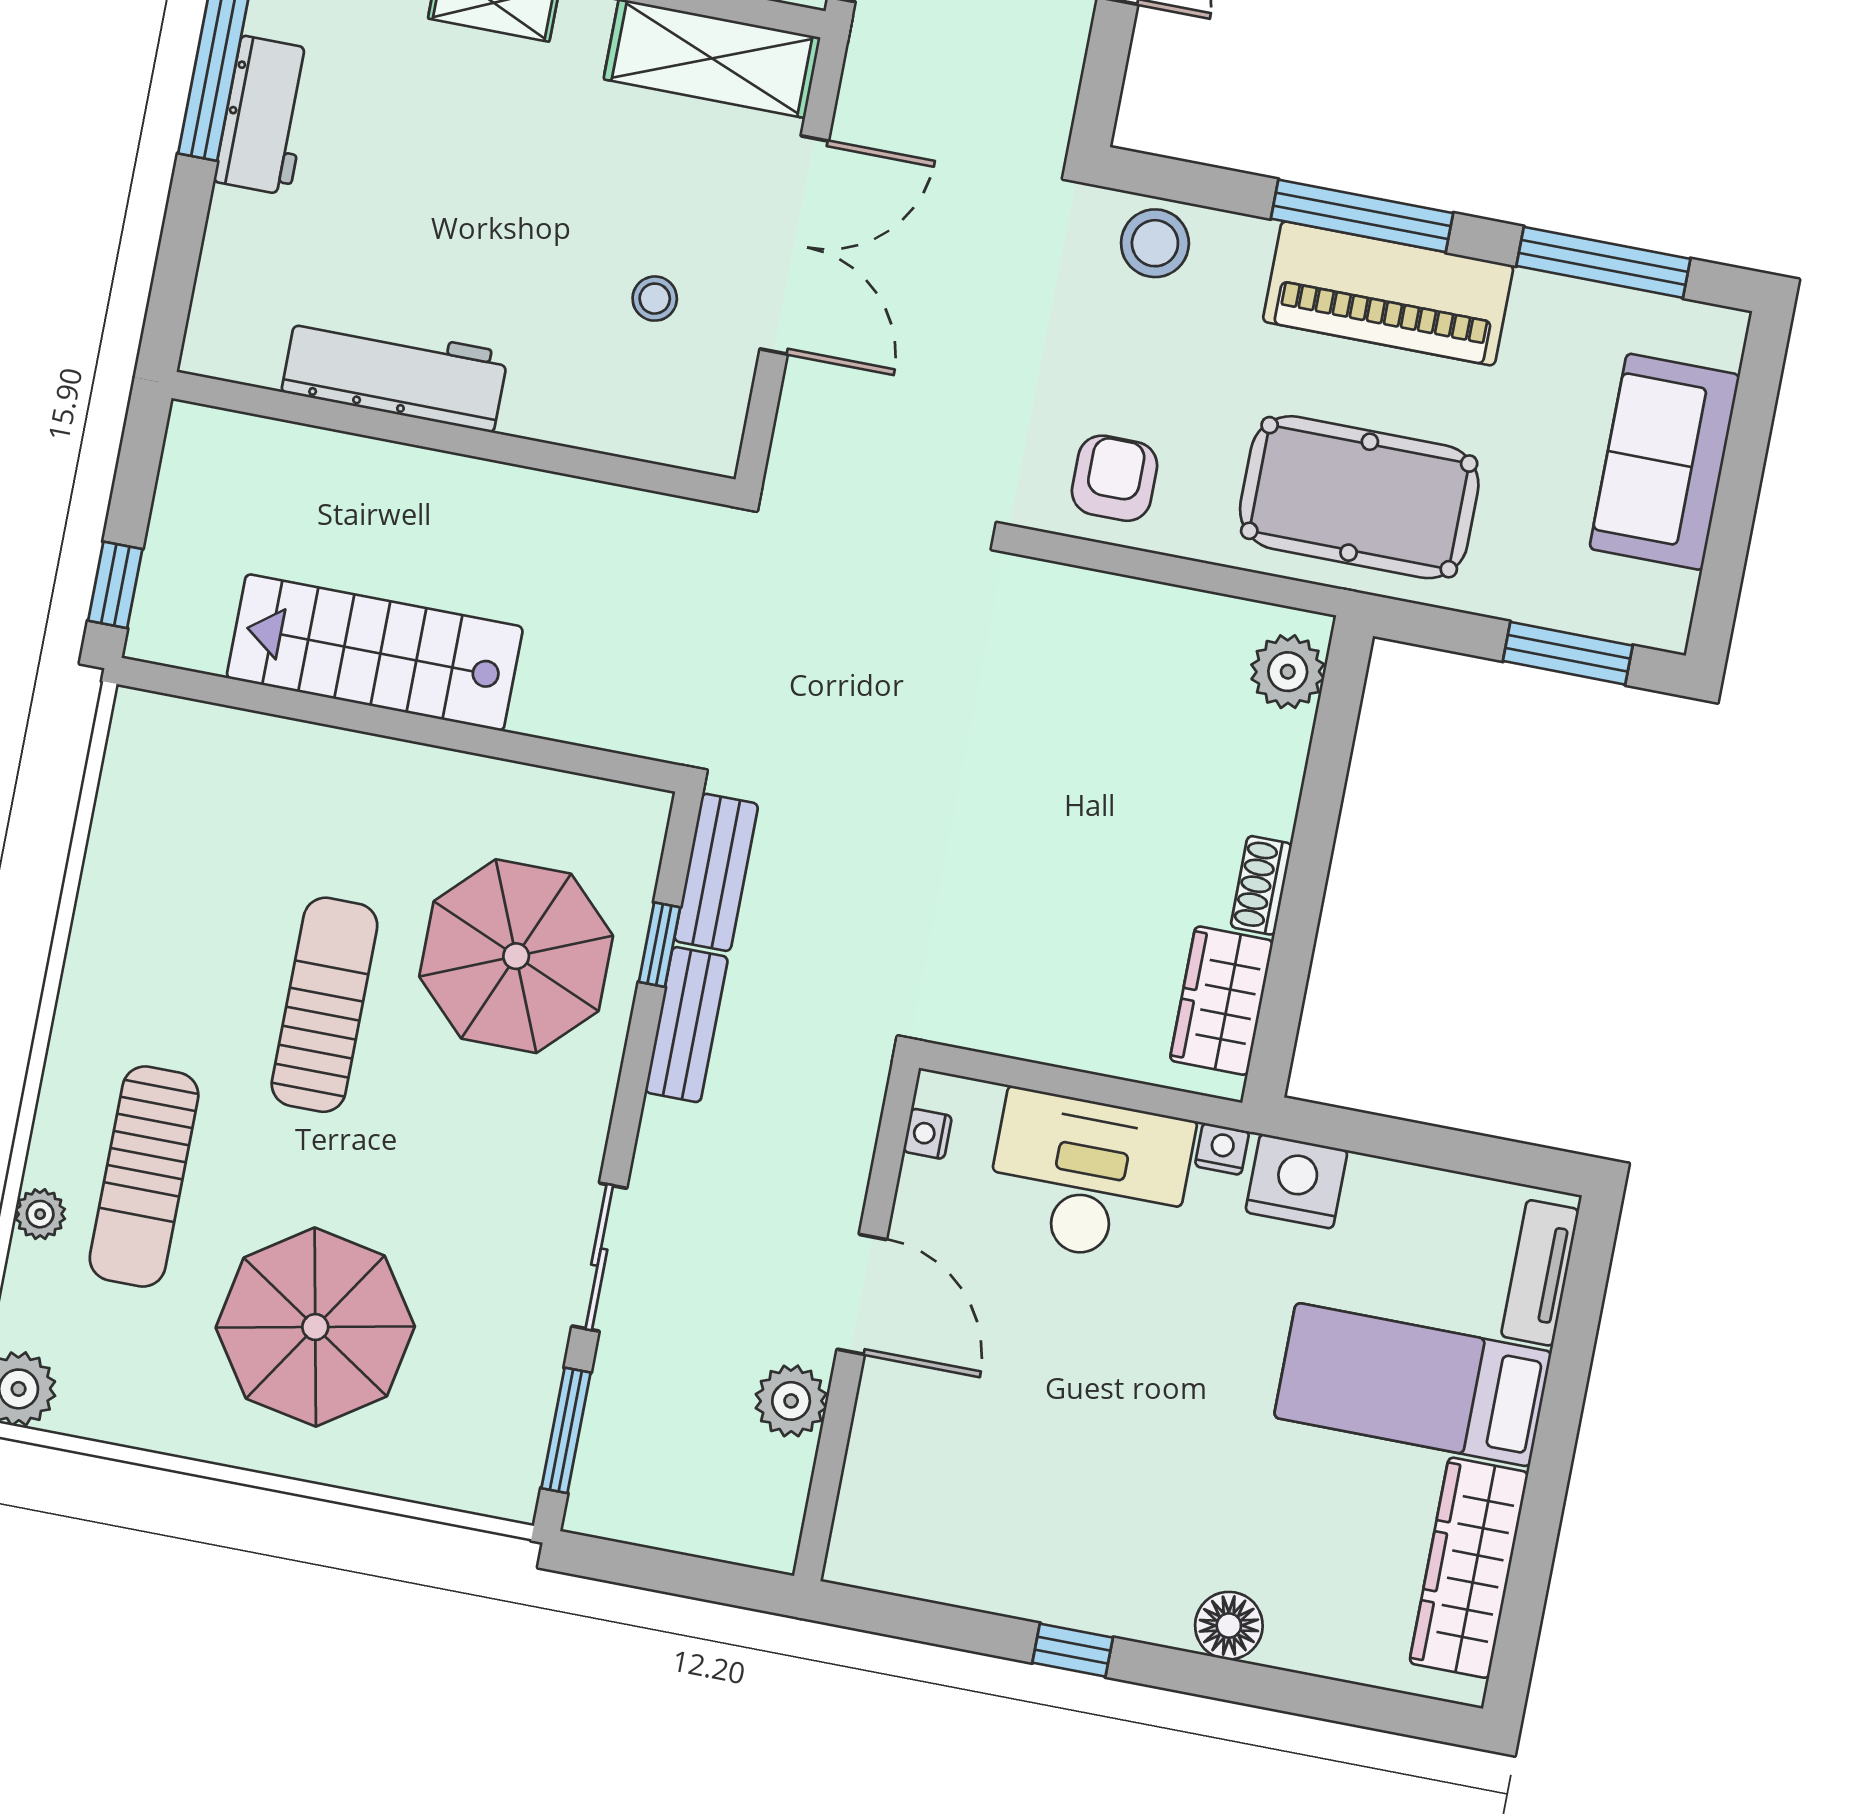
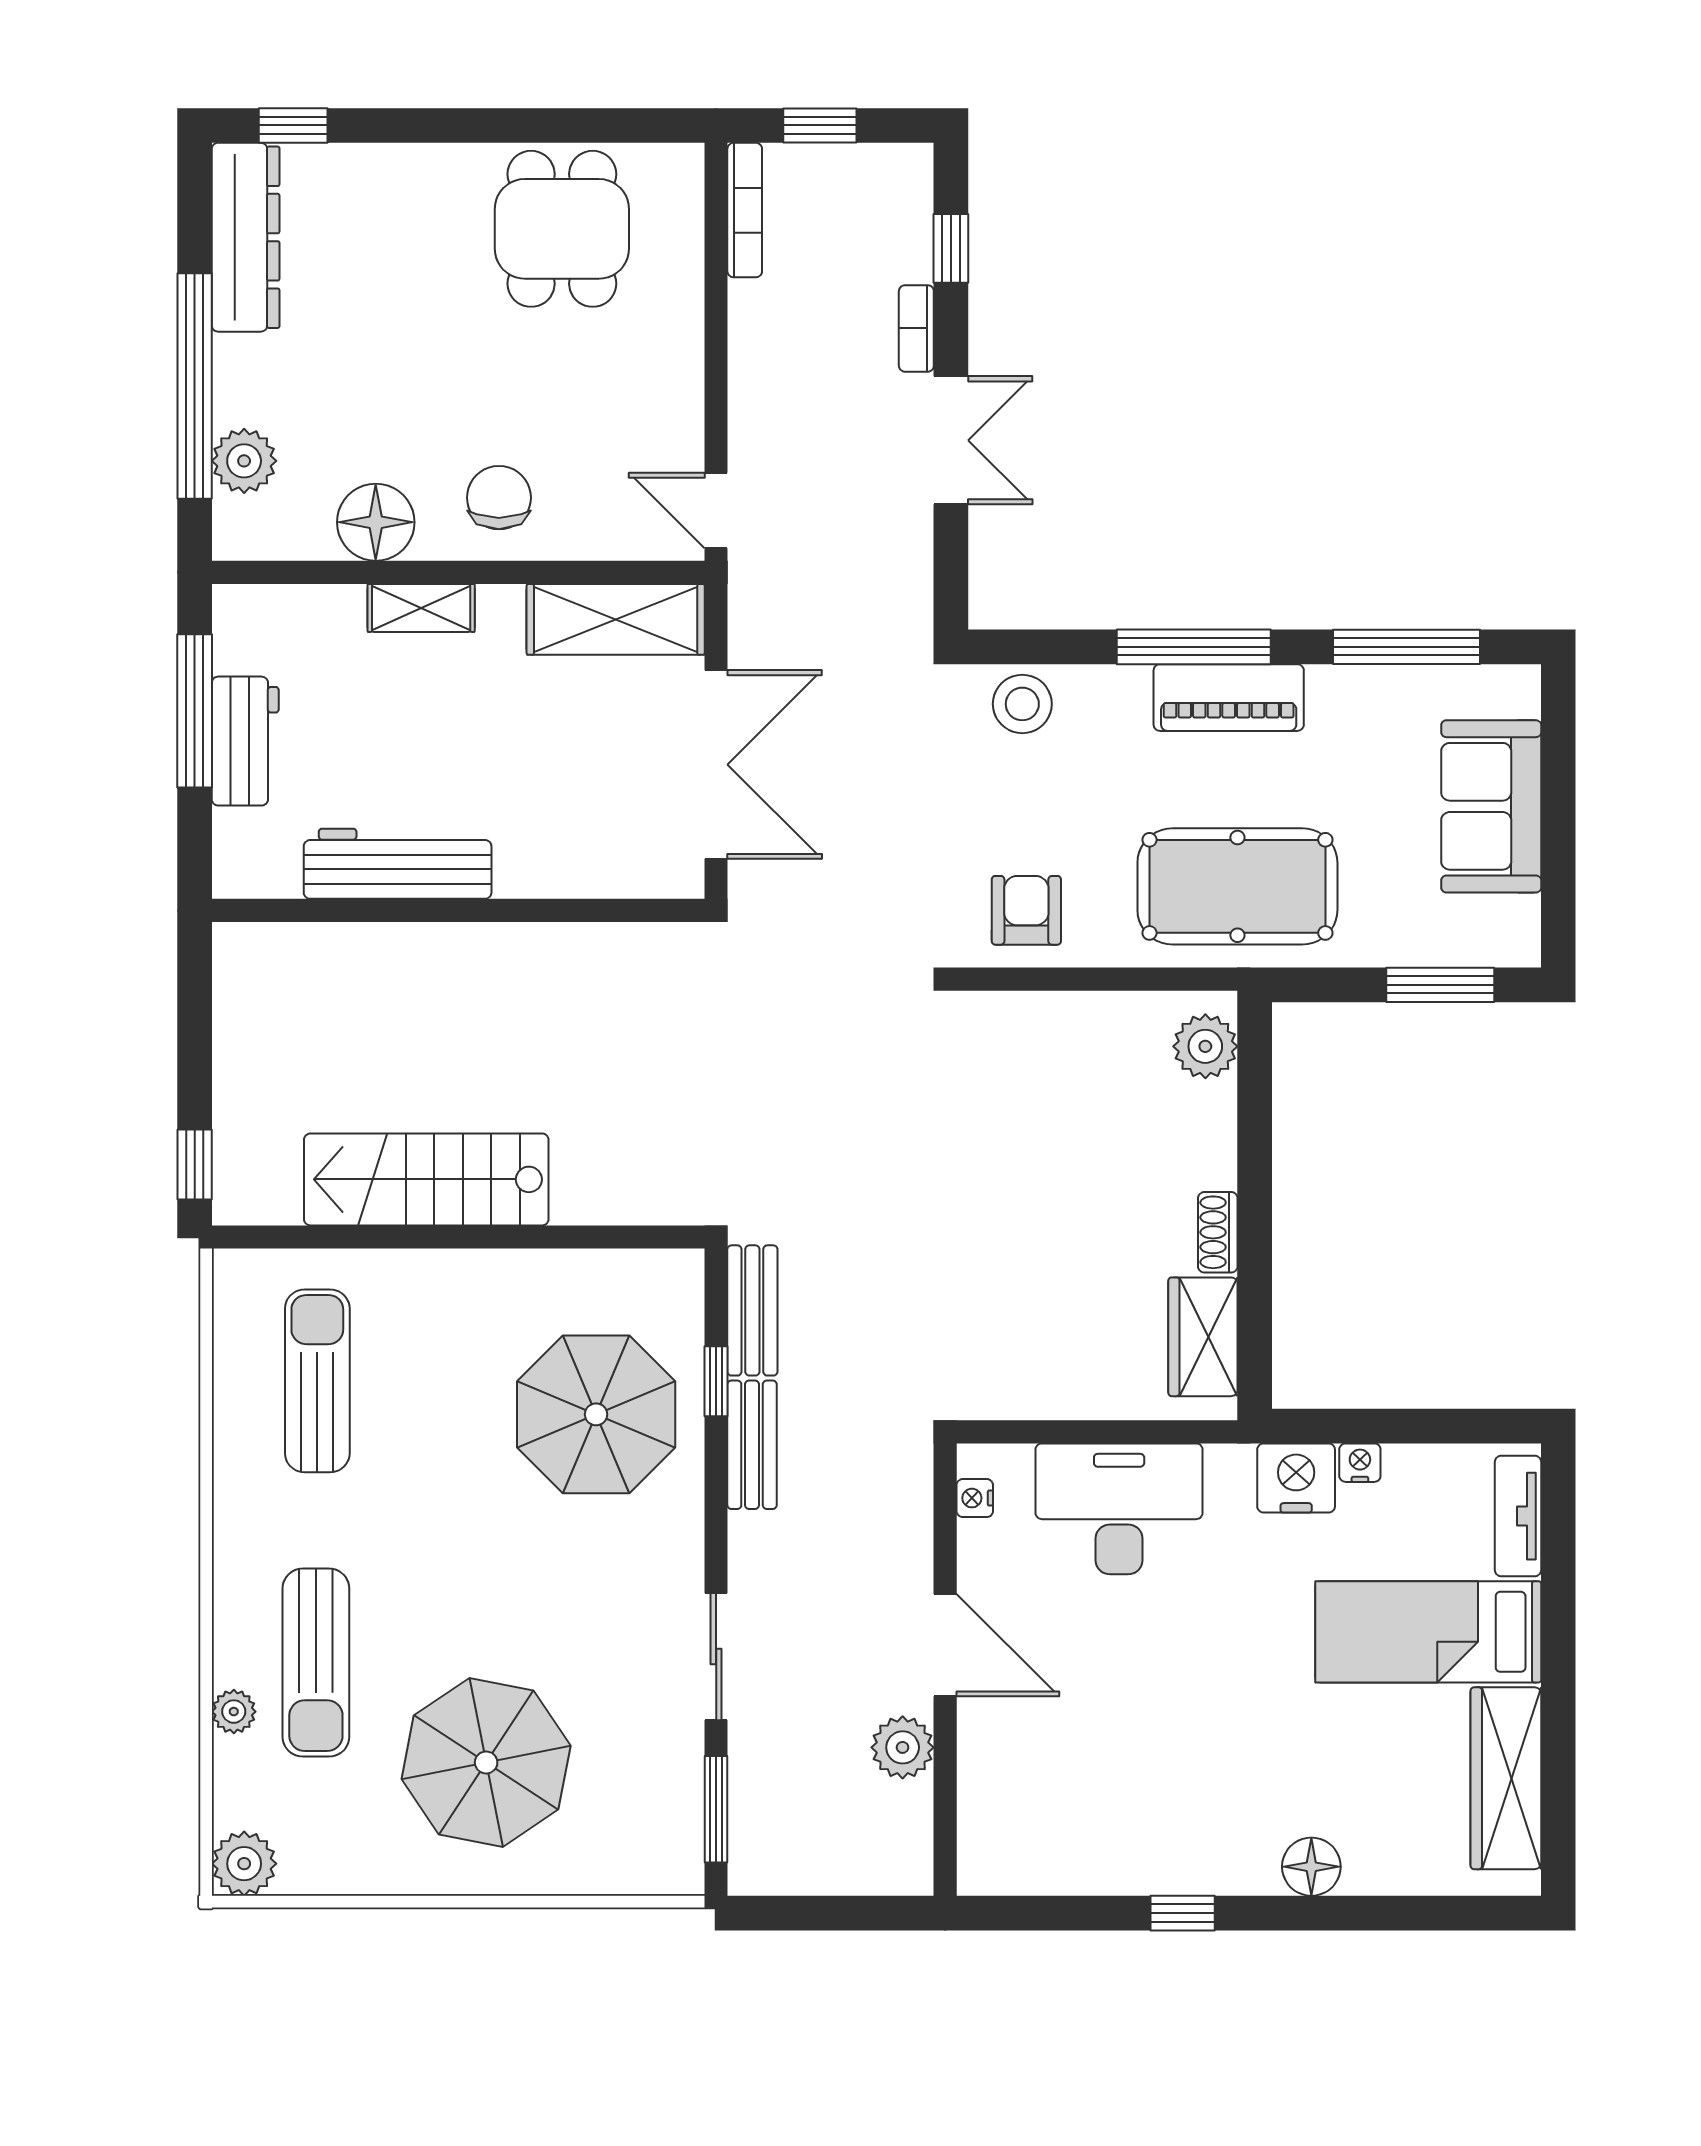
piano: (1388, 293) -> (1229, 698), width x0.73, depth x0.75
stool: (655, 299) -> (606, 833), removed
workbench: (395, 372) -> (398, 864), moved
wall: (454, 439) -> (458, 910), moved
sun lounger: (324, 1005) -> (317, 1381), moved
nightstand: (1222, 1149) -> (1360, 1463), moved

